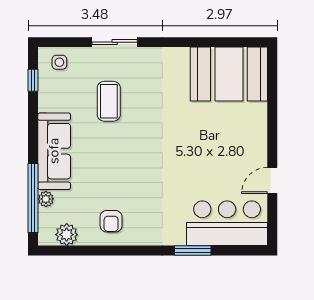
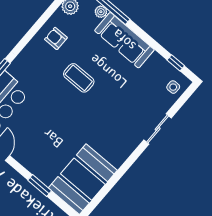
coffee table: (109, 101) -> (79, 78), moved
window: (272, 112) -> (40, 186), added

